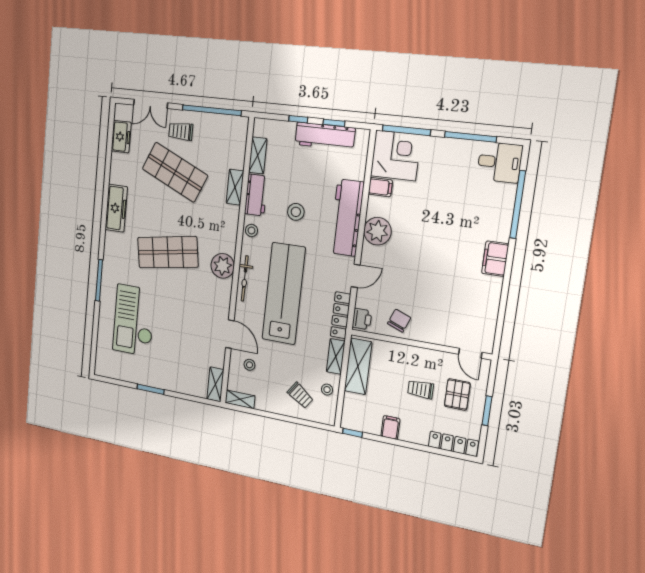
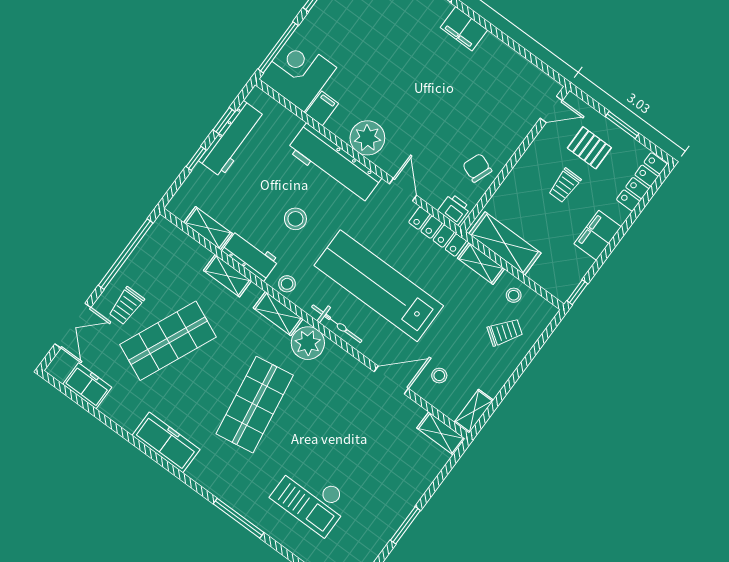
shelving: (230, 235) -> (278, 314), added
checkout: (134, 320) -> (311, 499), width x0.73, depth x0.83
filing cabinet: (390, 428) -> (598, 235), width x2.00

